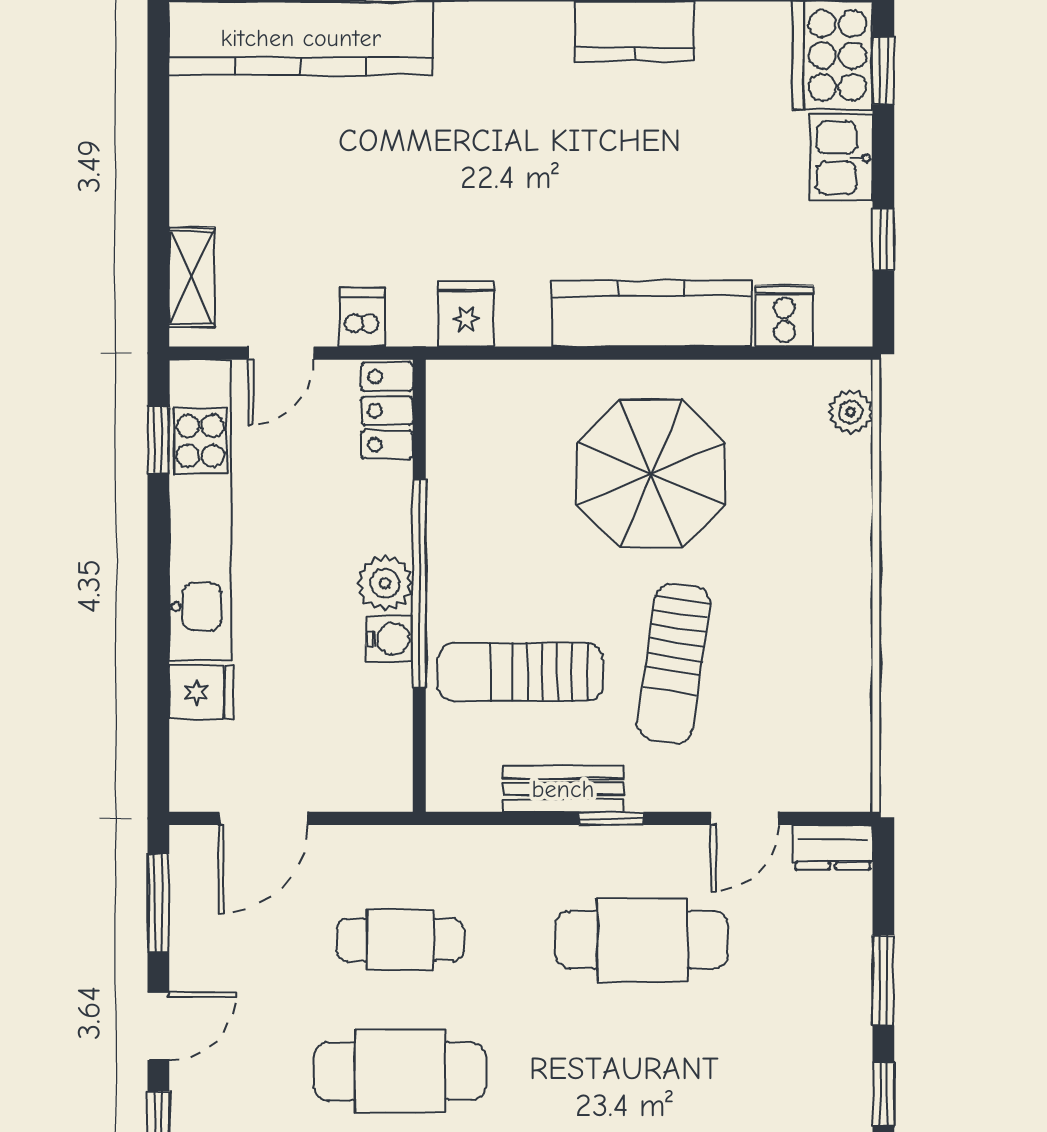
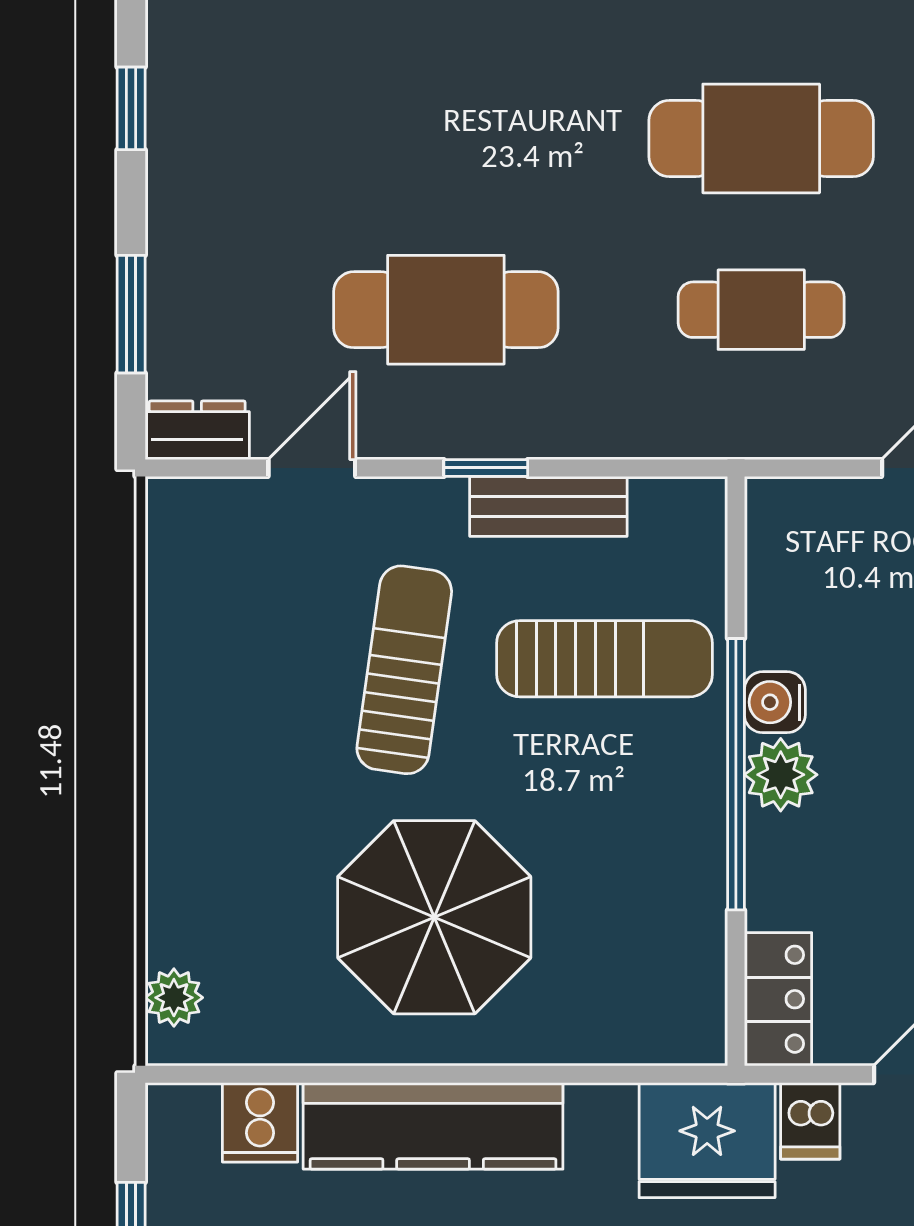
fridge: (466, 314) -> (707, 1140), width x1.88, depth x1.34
window: (883, 980) -> (131, 314), moved

